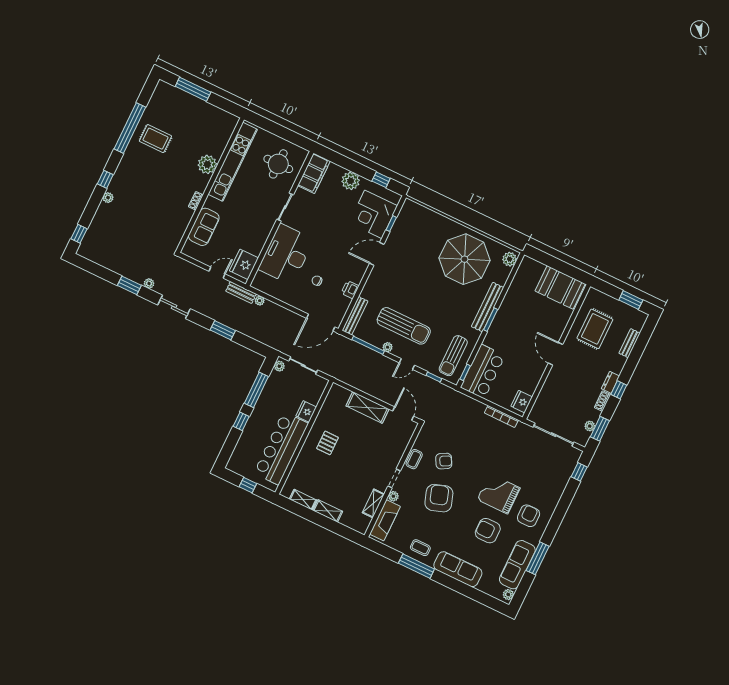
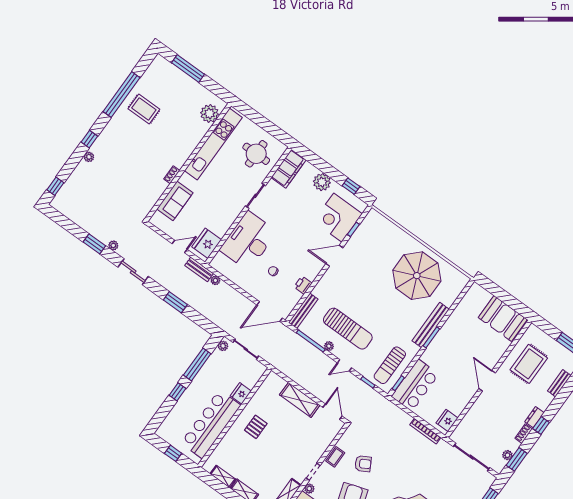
plant: (207, 164) -> (210, 113), moved
plant: (510, 259) -> (460, 283), removed

